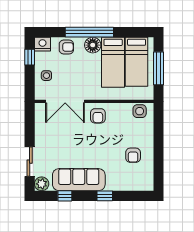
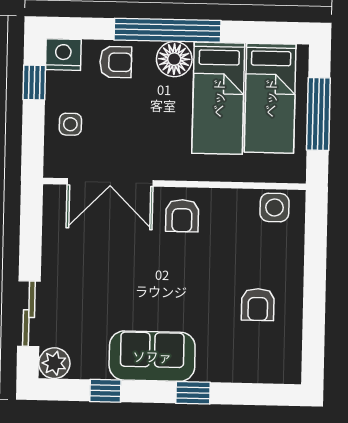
sofa: (79, 180) -> (152, 356), width x0.73

